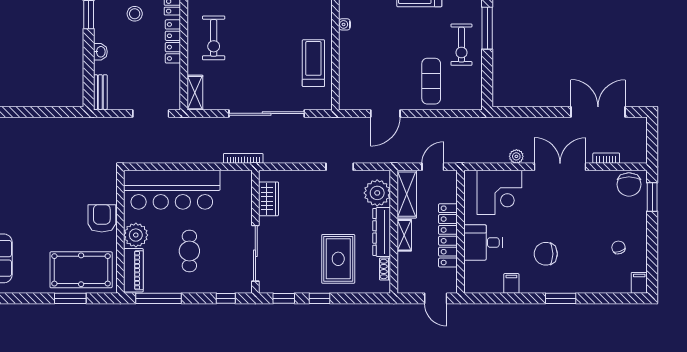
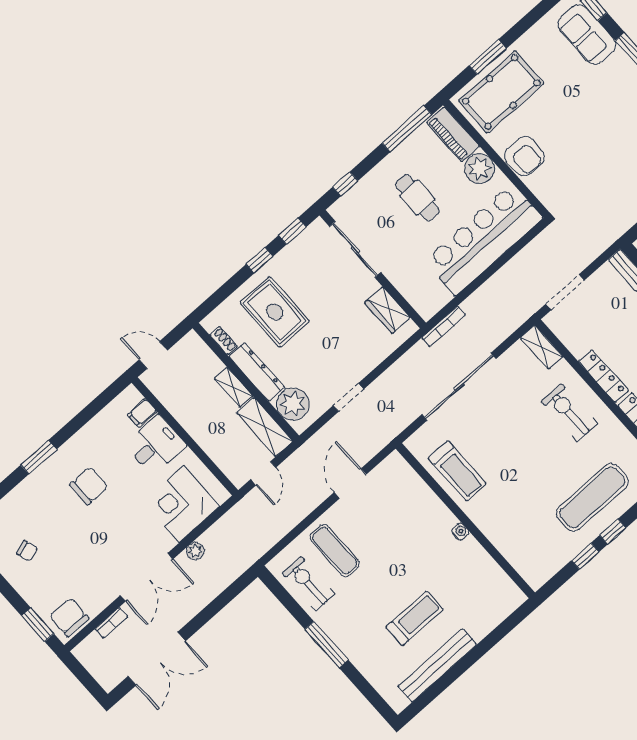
exercise bike: (461, 45) -> (308, 583), moved
locker: (448, 235) -> (193, 423), removed
filing cabinet: (511, 283) -> (142, 413), moved, turned 90

